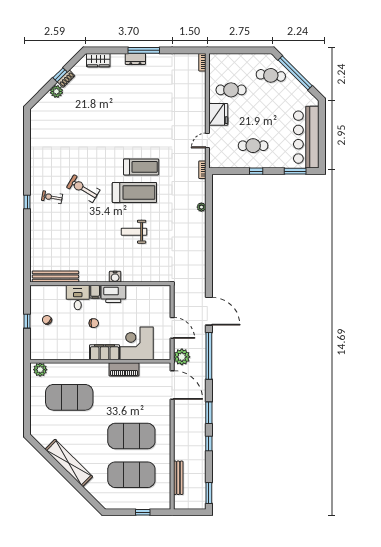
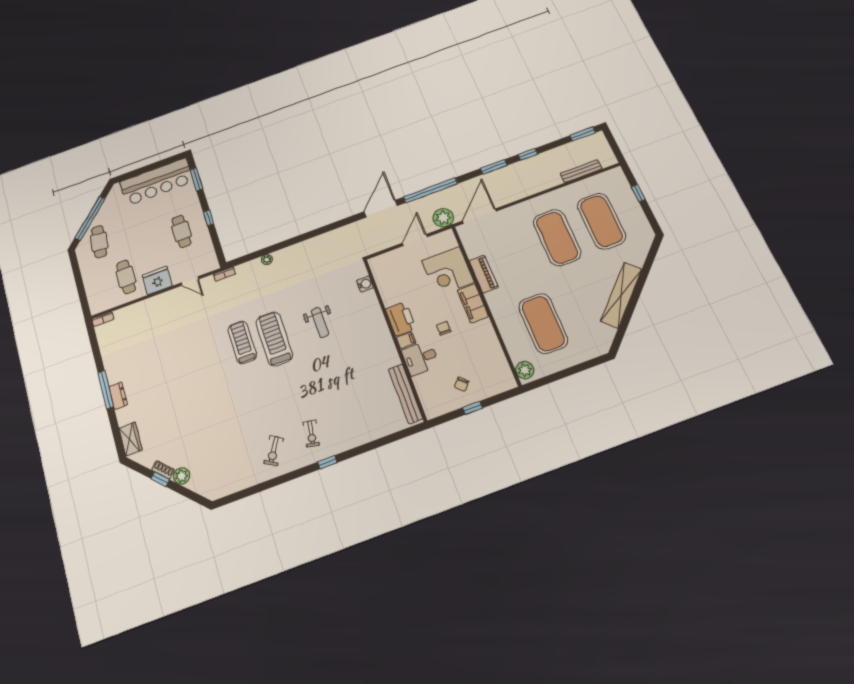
exercise bike: (83, 189) -> (274, 451), moved, width x0.73, depth x0.72
water cooler: (115, 277) -> (365, 284), moved

